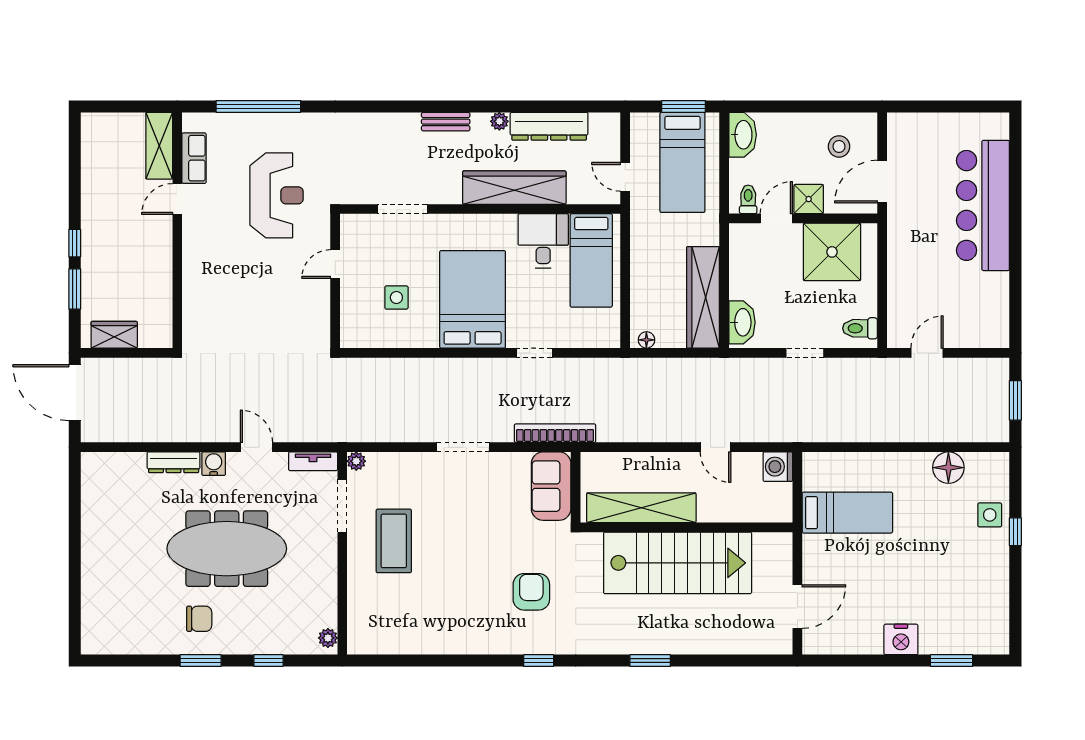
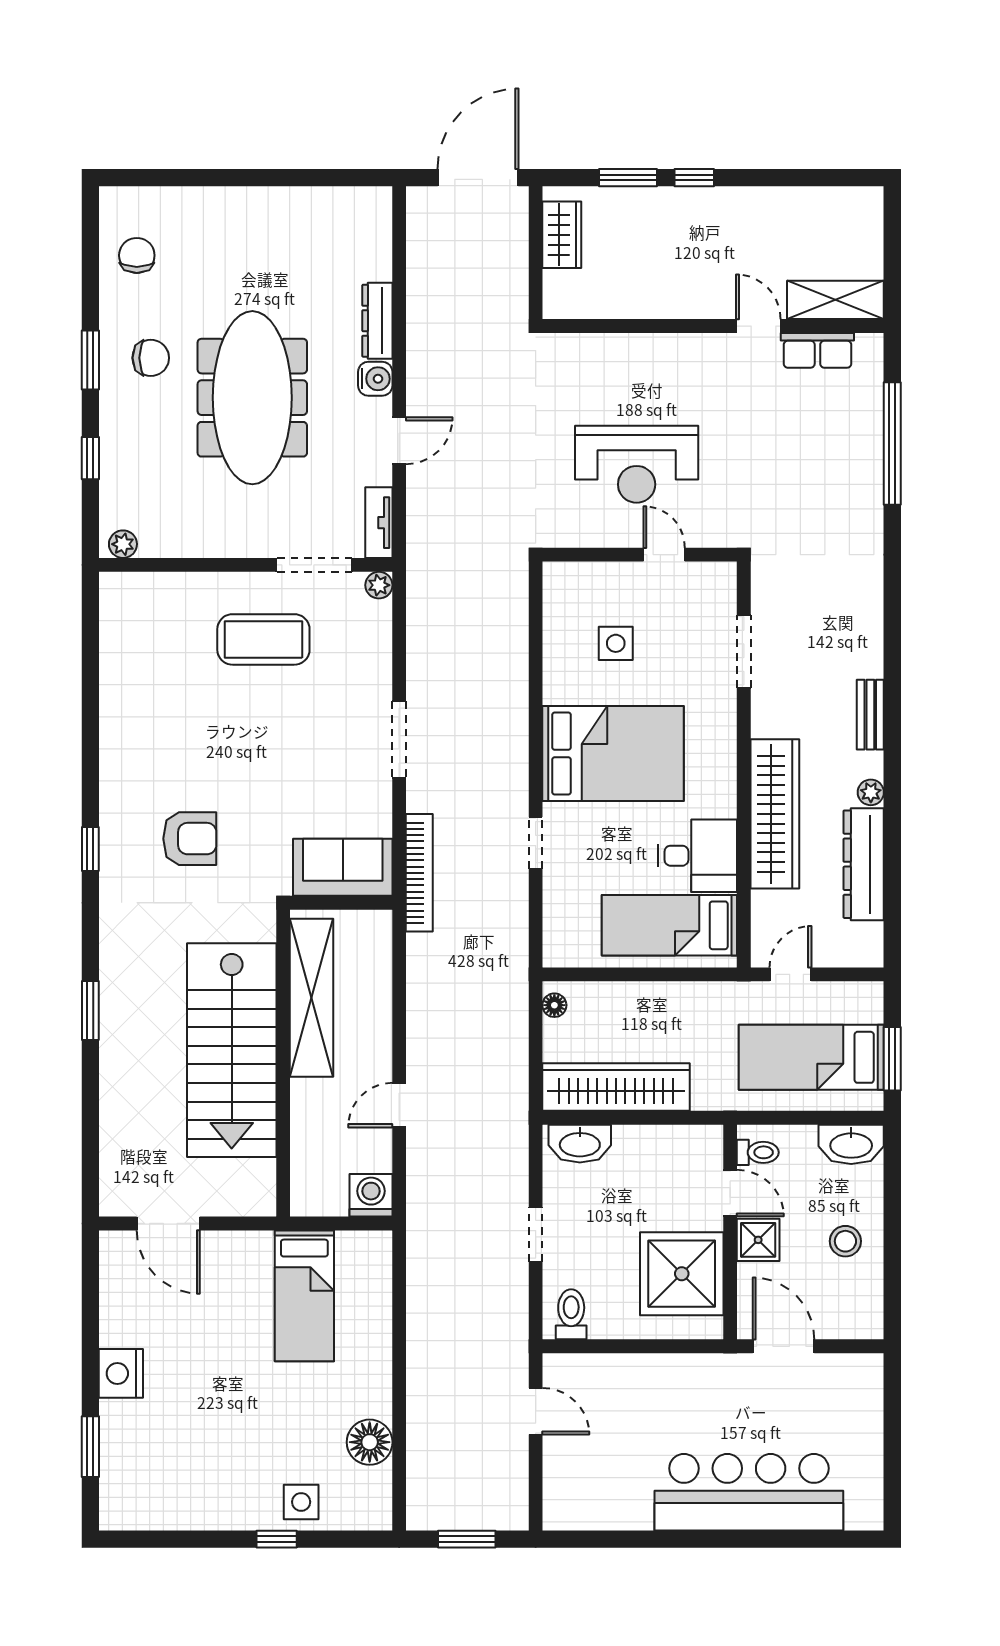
stool: (839, 146) -> (845, 1241), moved
reception desk: (277, 195) -> (637, 464), moved
chair: (199, 619) -> (151, 358), turned -90
chair: (128, 628) -> (137, 255), added

